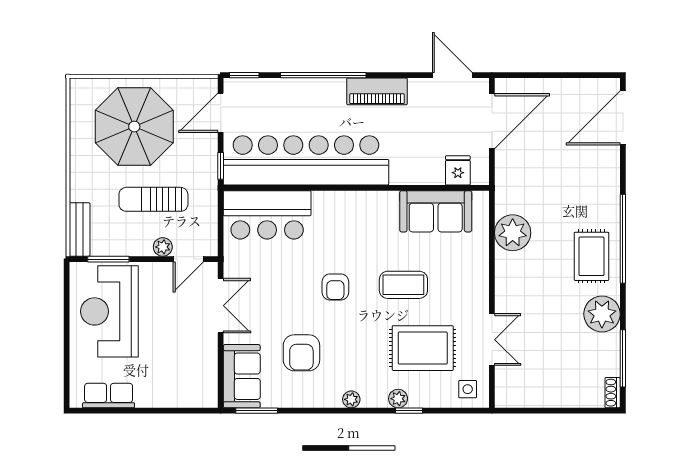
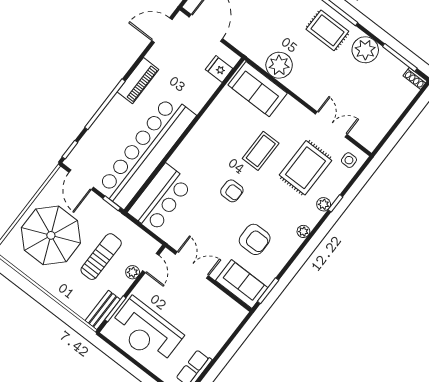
sun lounger: (153, 199) -> (101, 257), turned 180
sofa: (436, 211) -> (258, 89), moved, turned 90
bench: (80, 230) -> (103, 310), moved, turned 90

